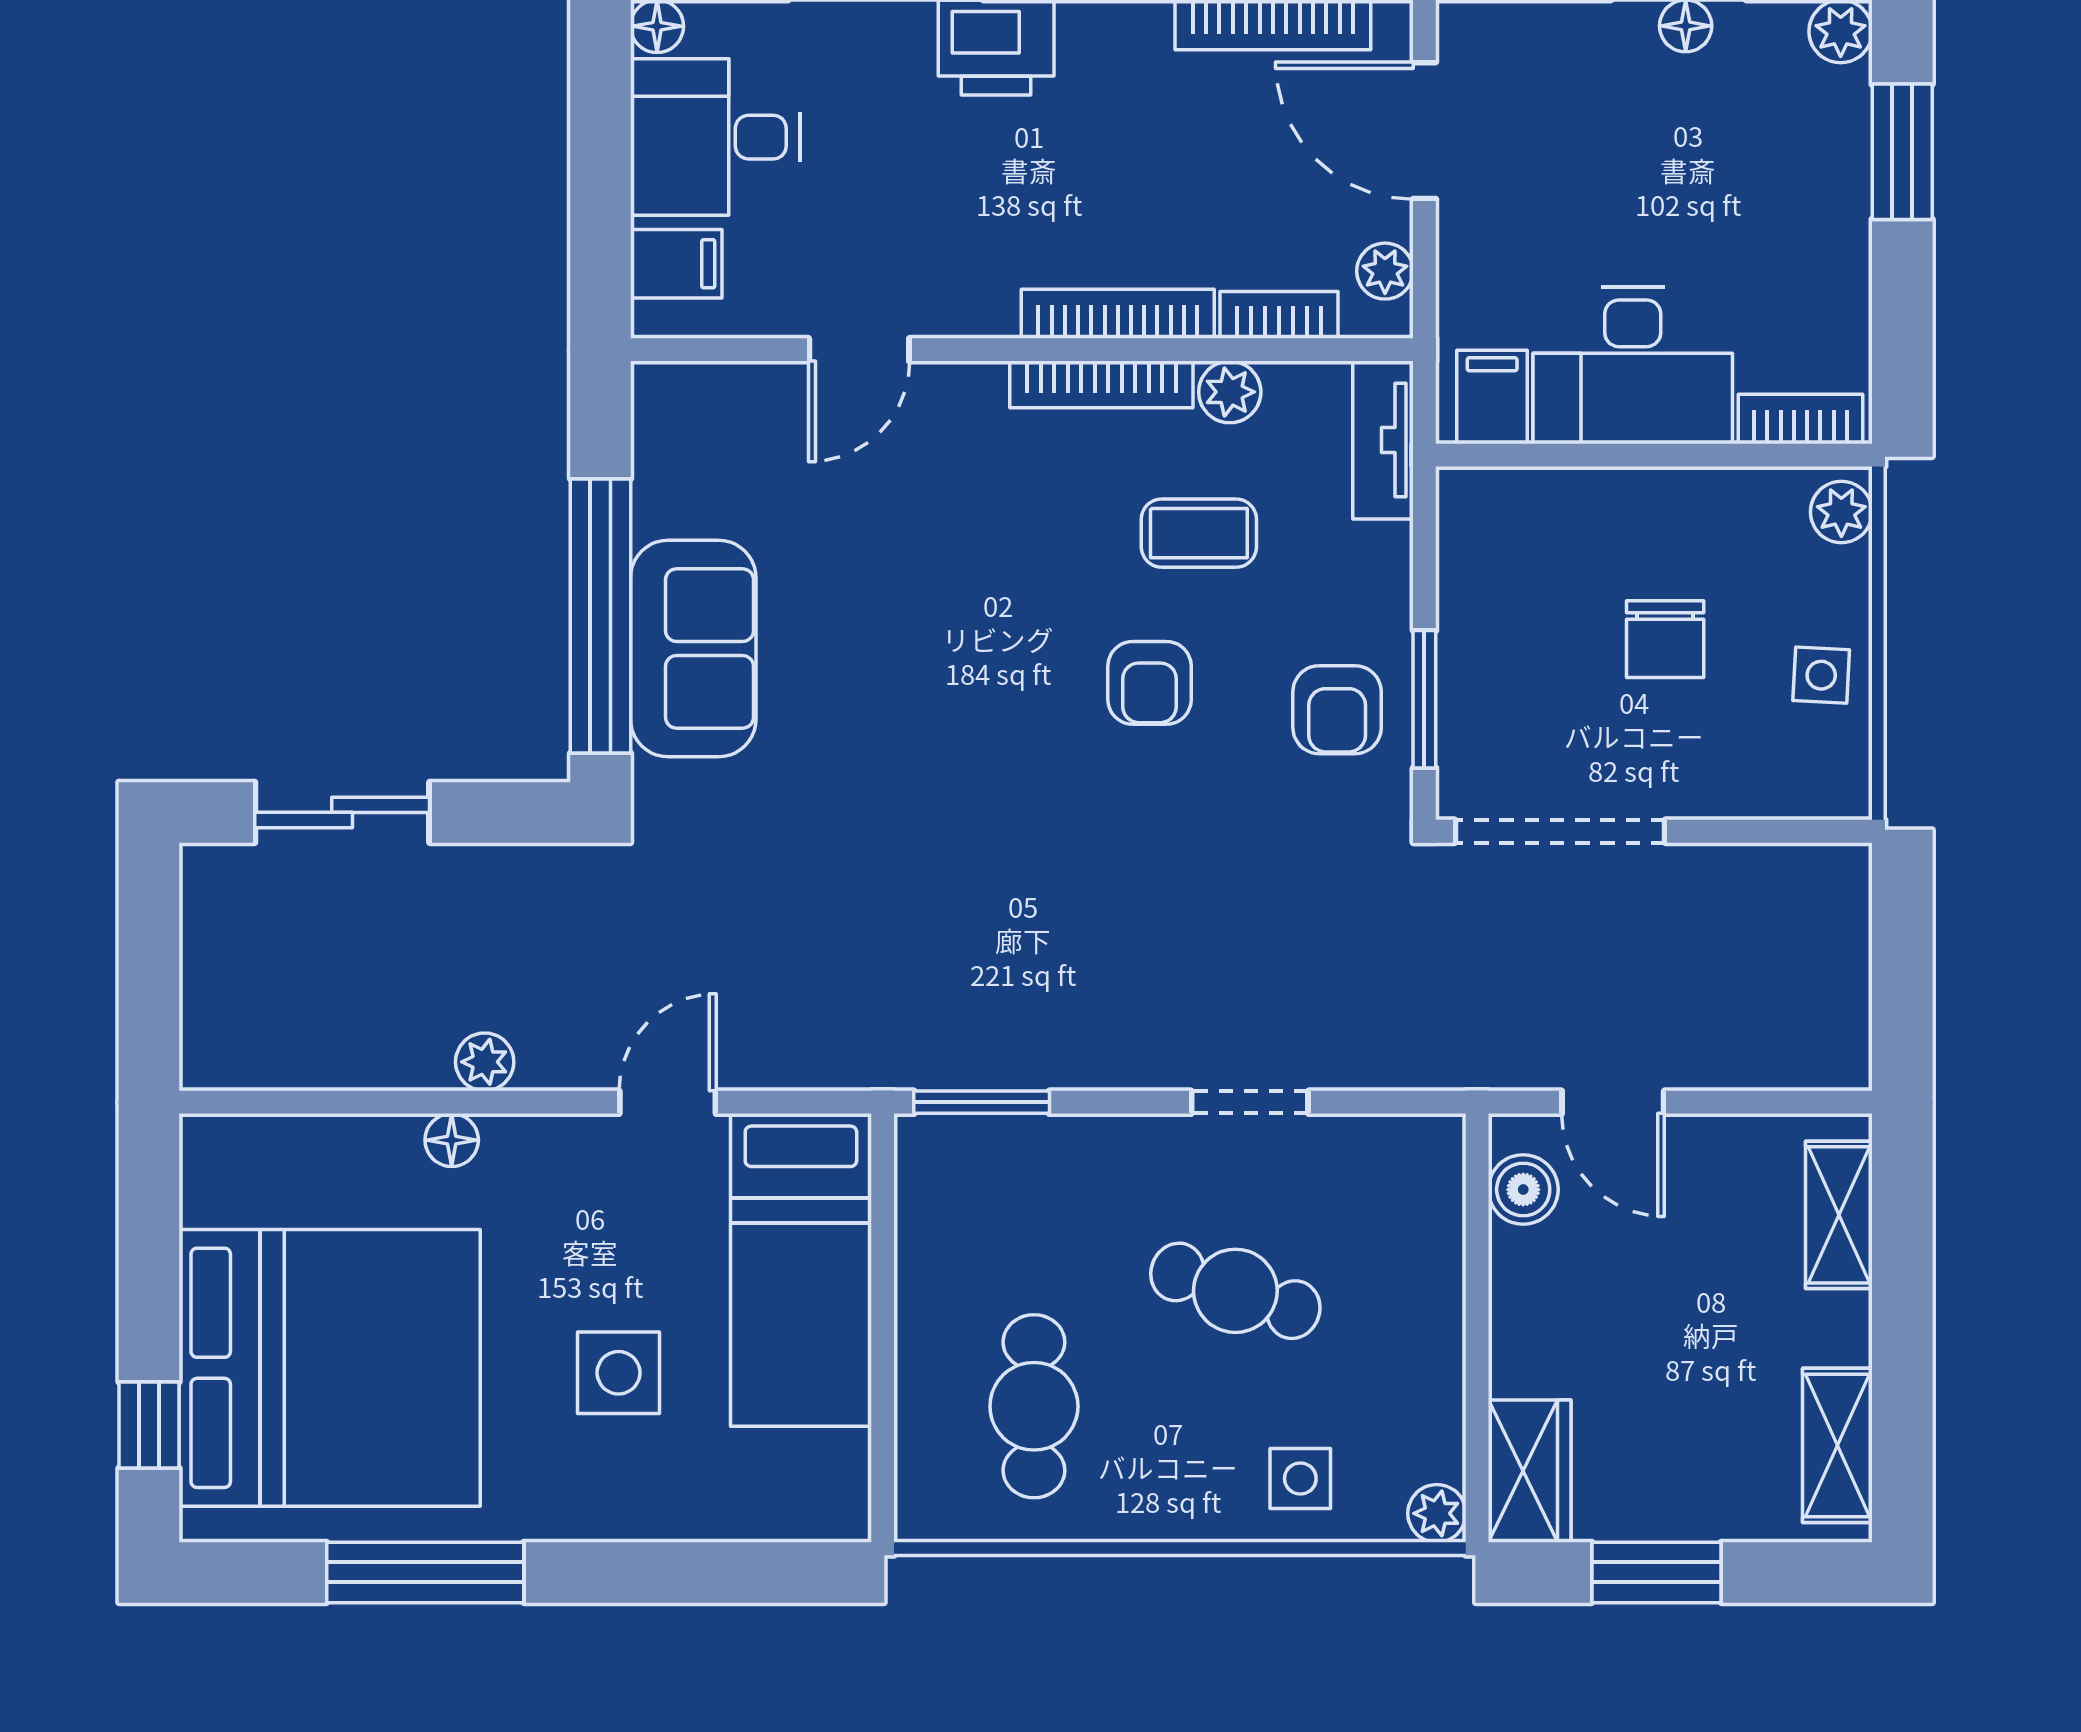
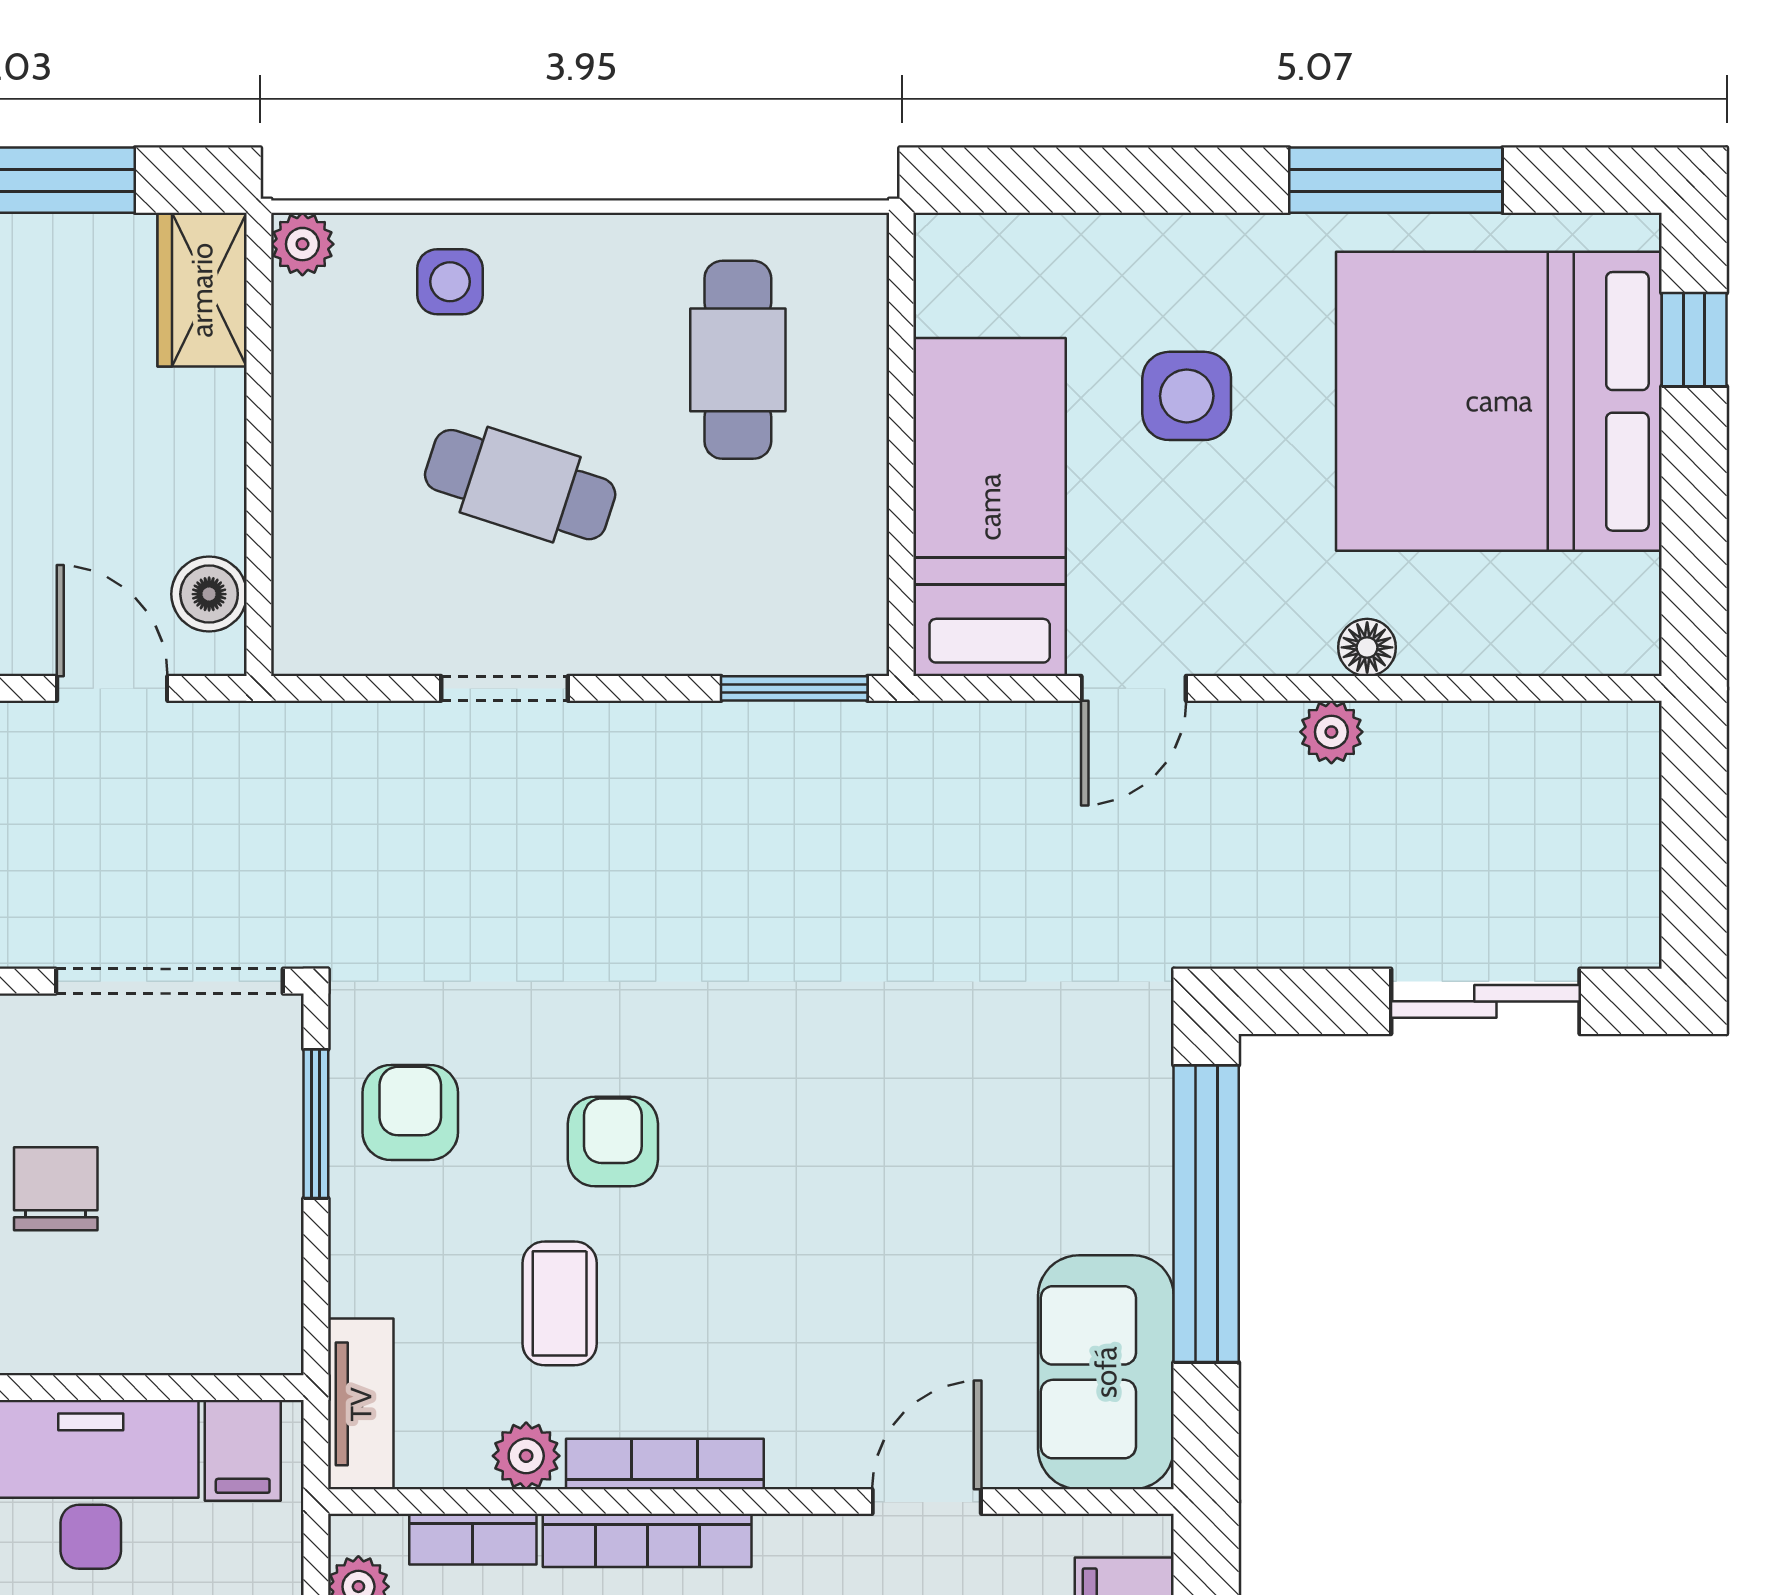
coffee table: (1199, 533) -> (560, 1303), turned 90
sofa: (693, 649) -> (1106, 1372), moved

